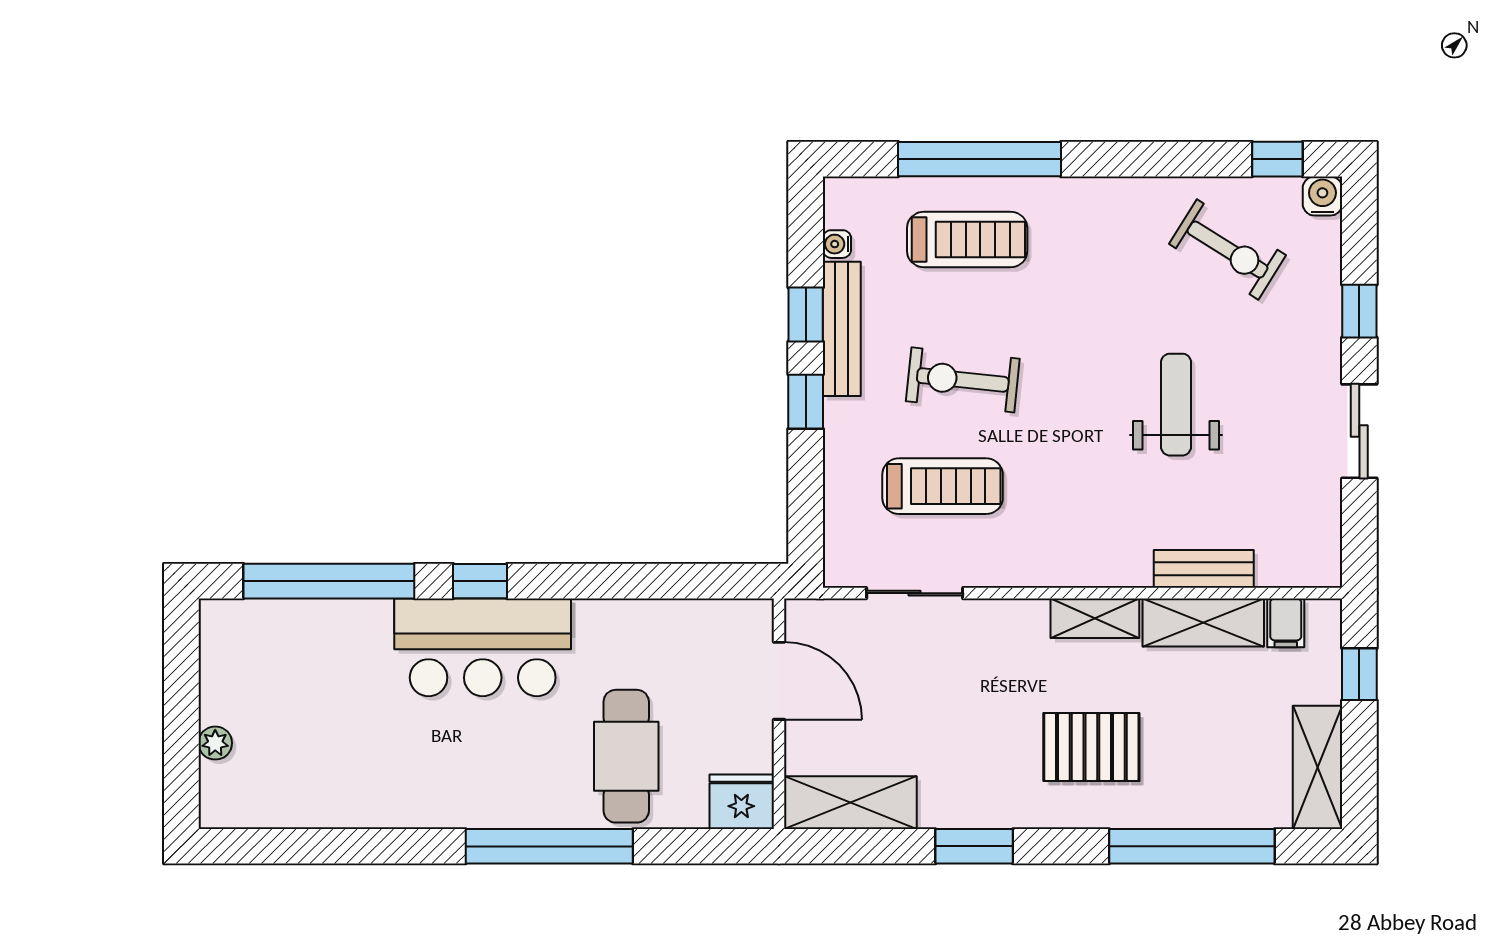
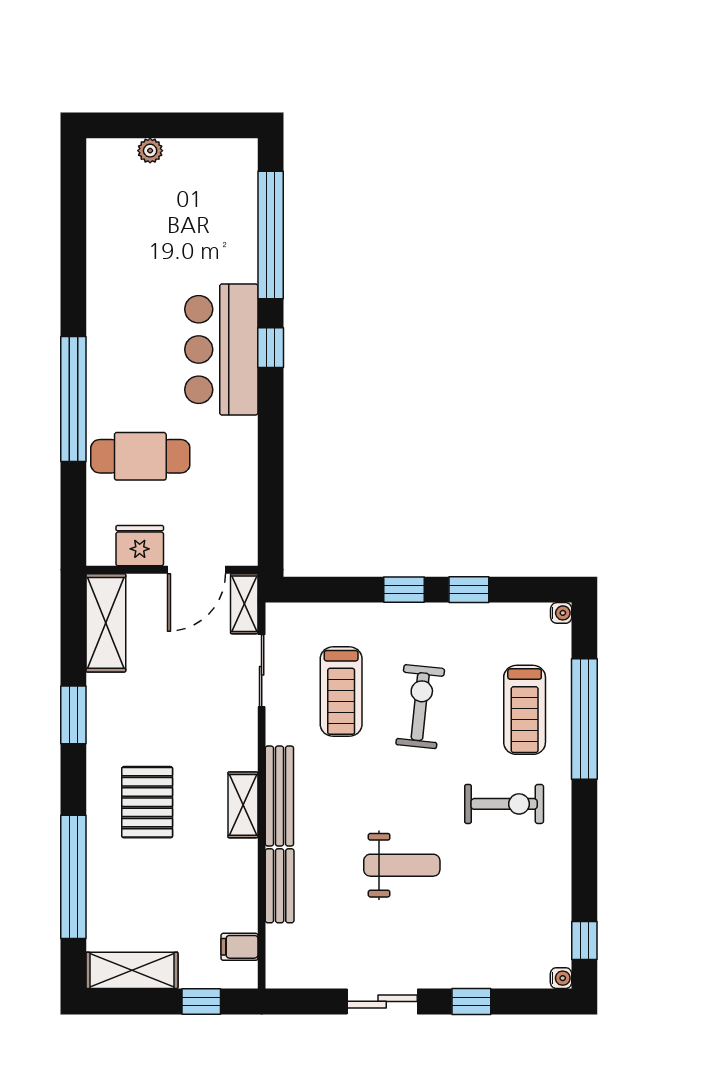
water cooler: (1322, 196) -> (561, 978), width x0.72, depth x0.72
water cooler: (837, 244) -> (561, 613), moved, turned 90
exercise bike: (1228, 250) -> (504, 804), moved, turned -122
bench: (842, 329) -> (279, 796), moved, turned 90
shelving: (1203, 622) -> (244, 604), moved, width x0.67, depth x0.75
fridge: (741, 802) -> (140, 546), moved, turned -90

